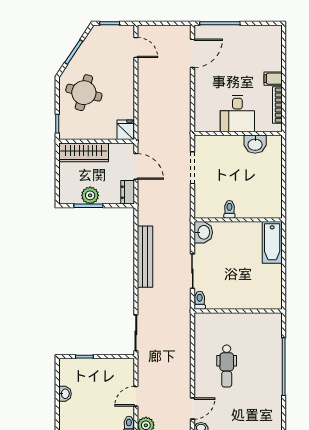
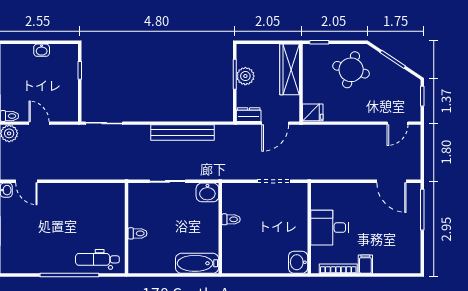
washbasin: (255, 144) -> (298, 262), moved
toilet: (200, 300) -> (138, 233), moved
dental chair: (227, 366) -> (97, 259), moved

